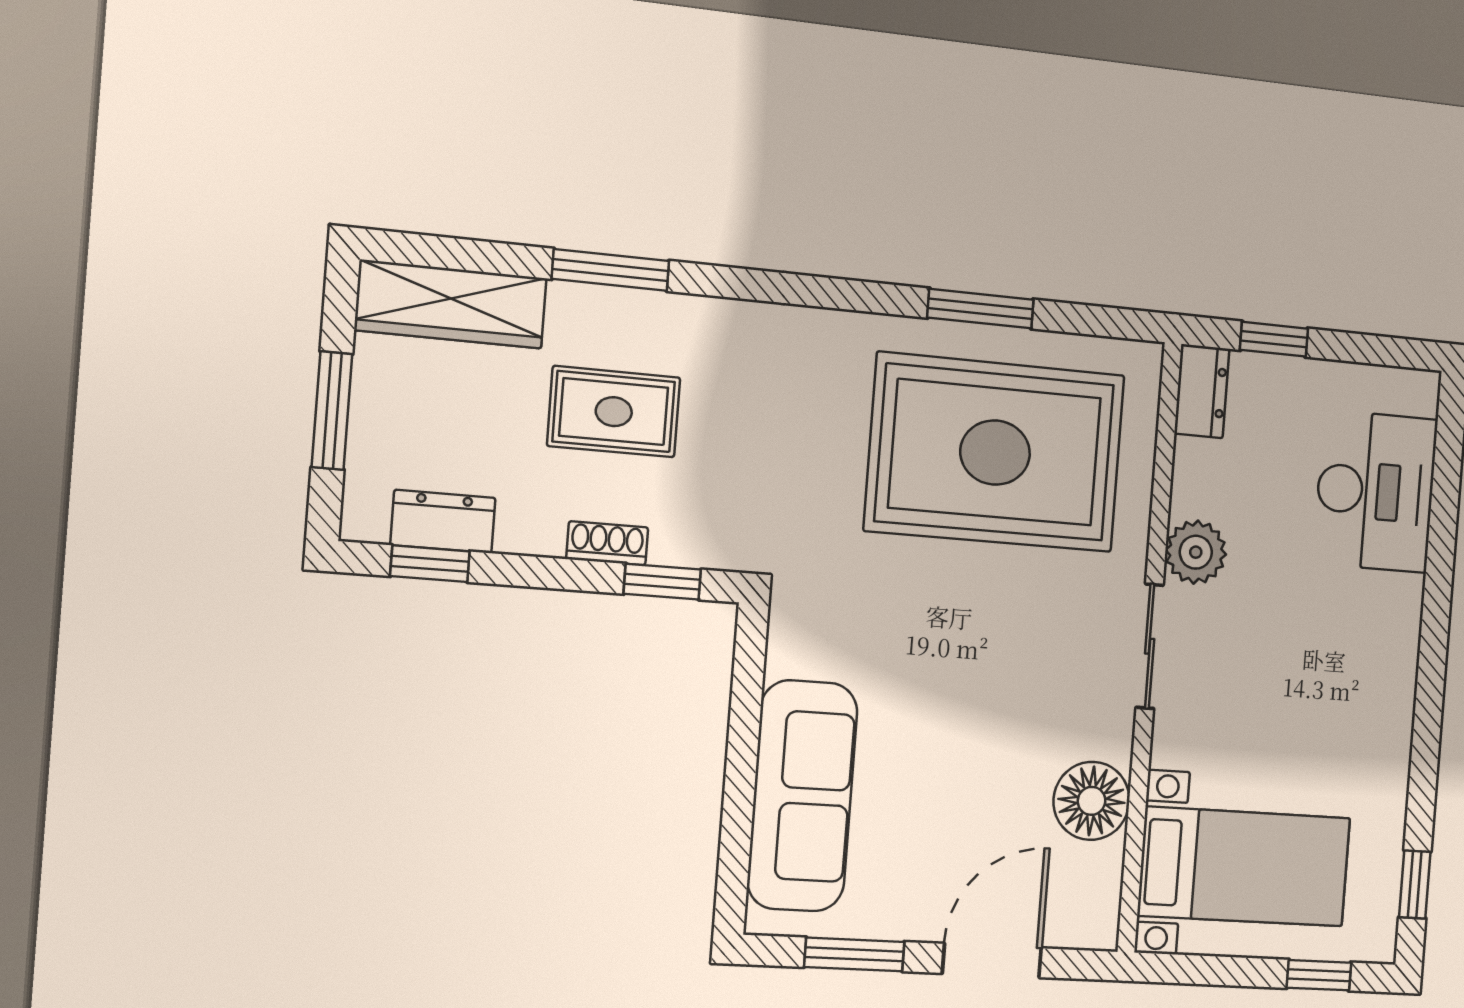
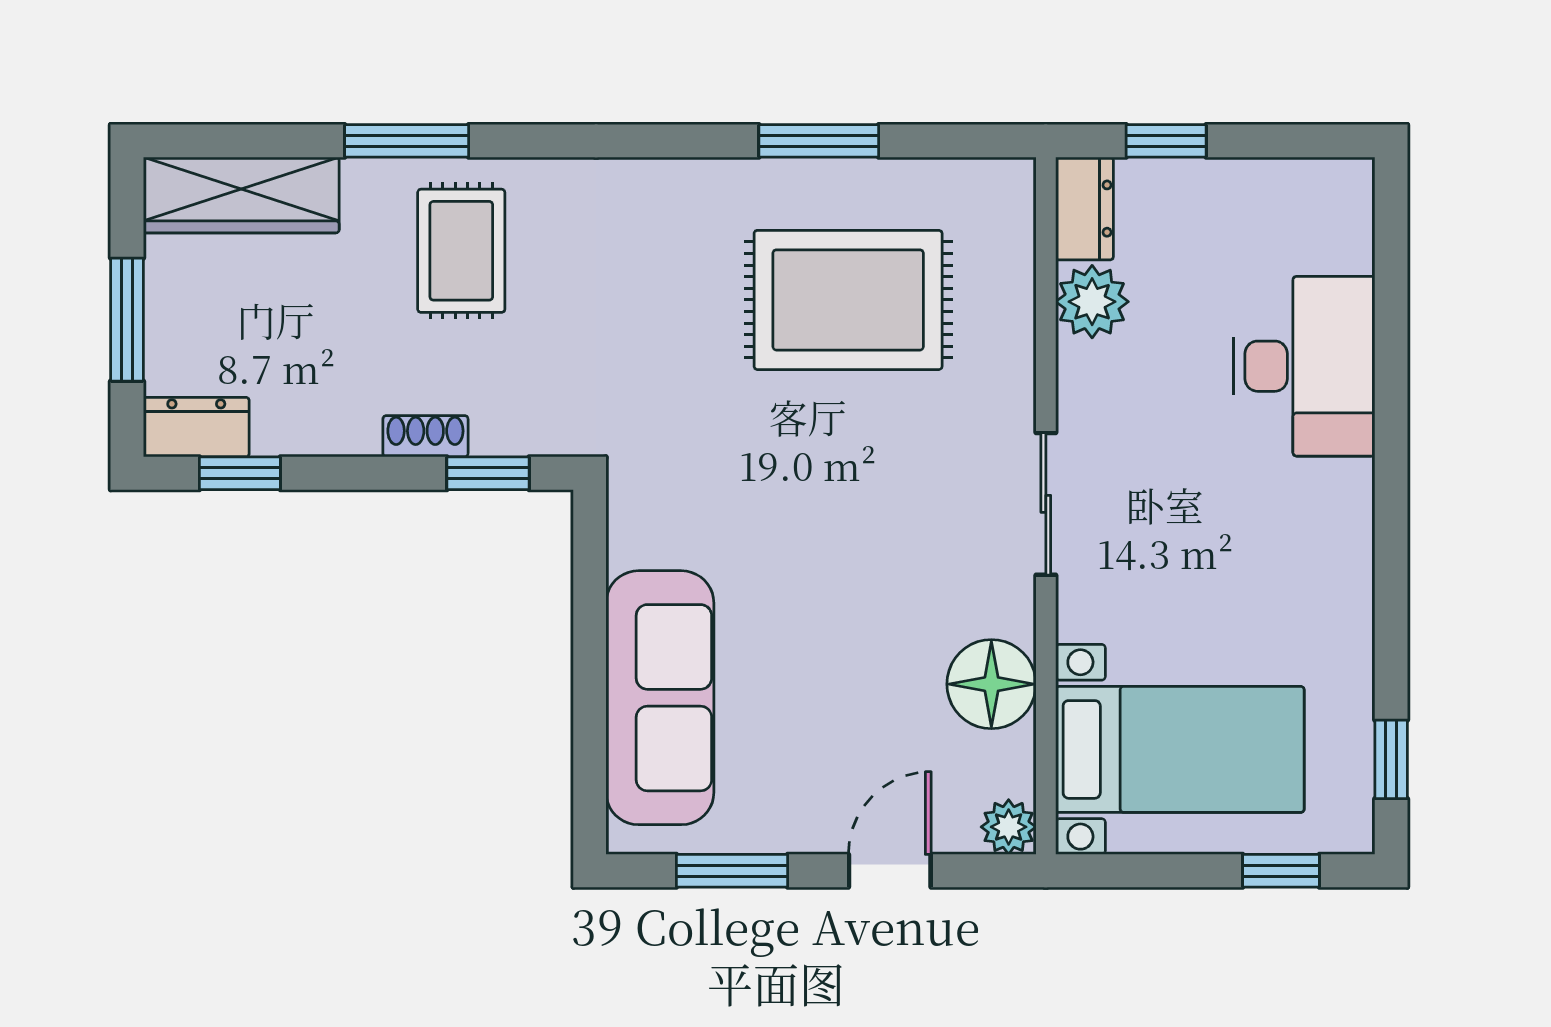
rug: (614, 412) -> (461, 251), moved, turned 90
rug: (995, 453) -> (848, 300), width x0.73, depth x0.69
desk: (1375, 491) -> (1304, 366), moved
dresser: (443, 521) -> (196, 427), moved
plant: (1196, 552) -> (1092, 302), moved
plant: (1096, 927) -> (1009, 827), added
door: (992, 961) -> (890, 871), width x0.73

